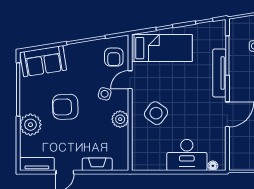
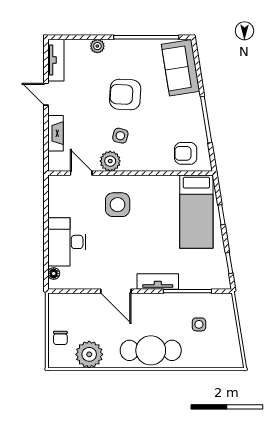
tv unit: (219, 73) -> (158, 281), width x0.71
door: (130, 80) -> (81, 173), moved
side table: (105, 94) -> (120, 136), moved
armchair: (65, 107) -> (125, 95), turned -85
side table: (156, 113) -> (118, 205), turned -36
plant: (30, 125) -> (97, 46), width x0.53, depth x0.53

